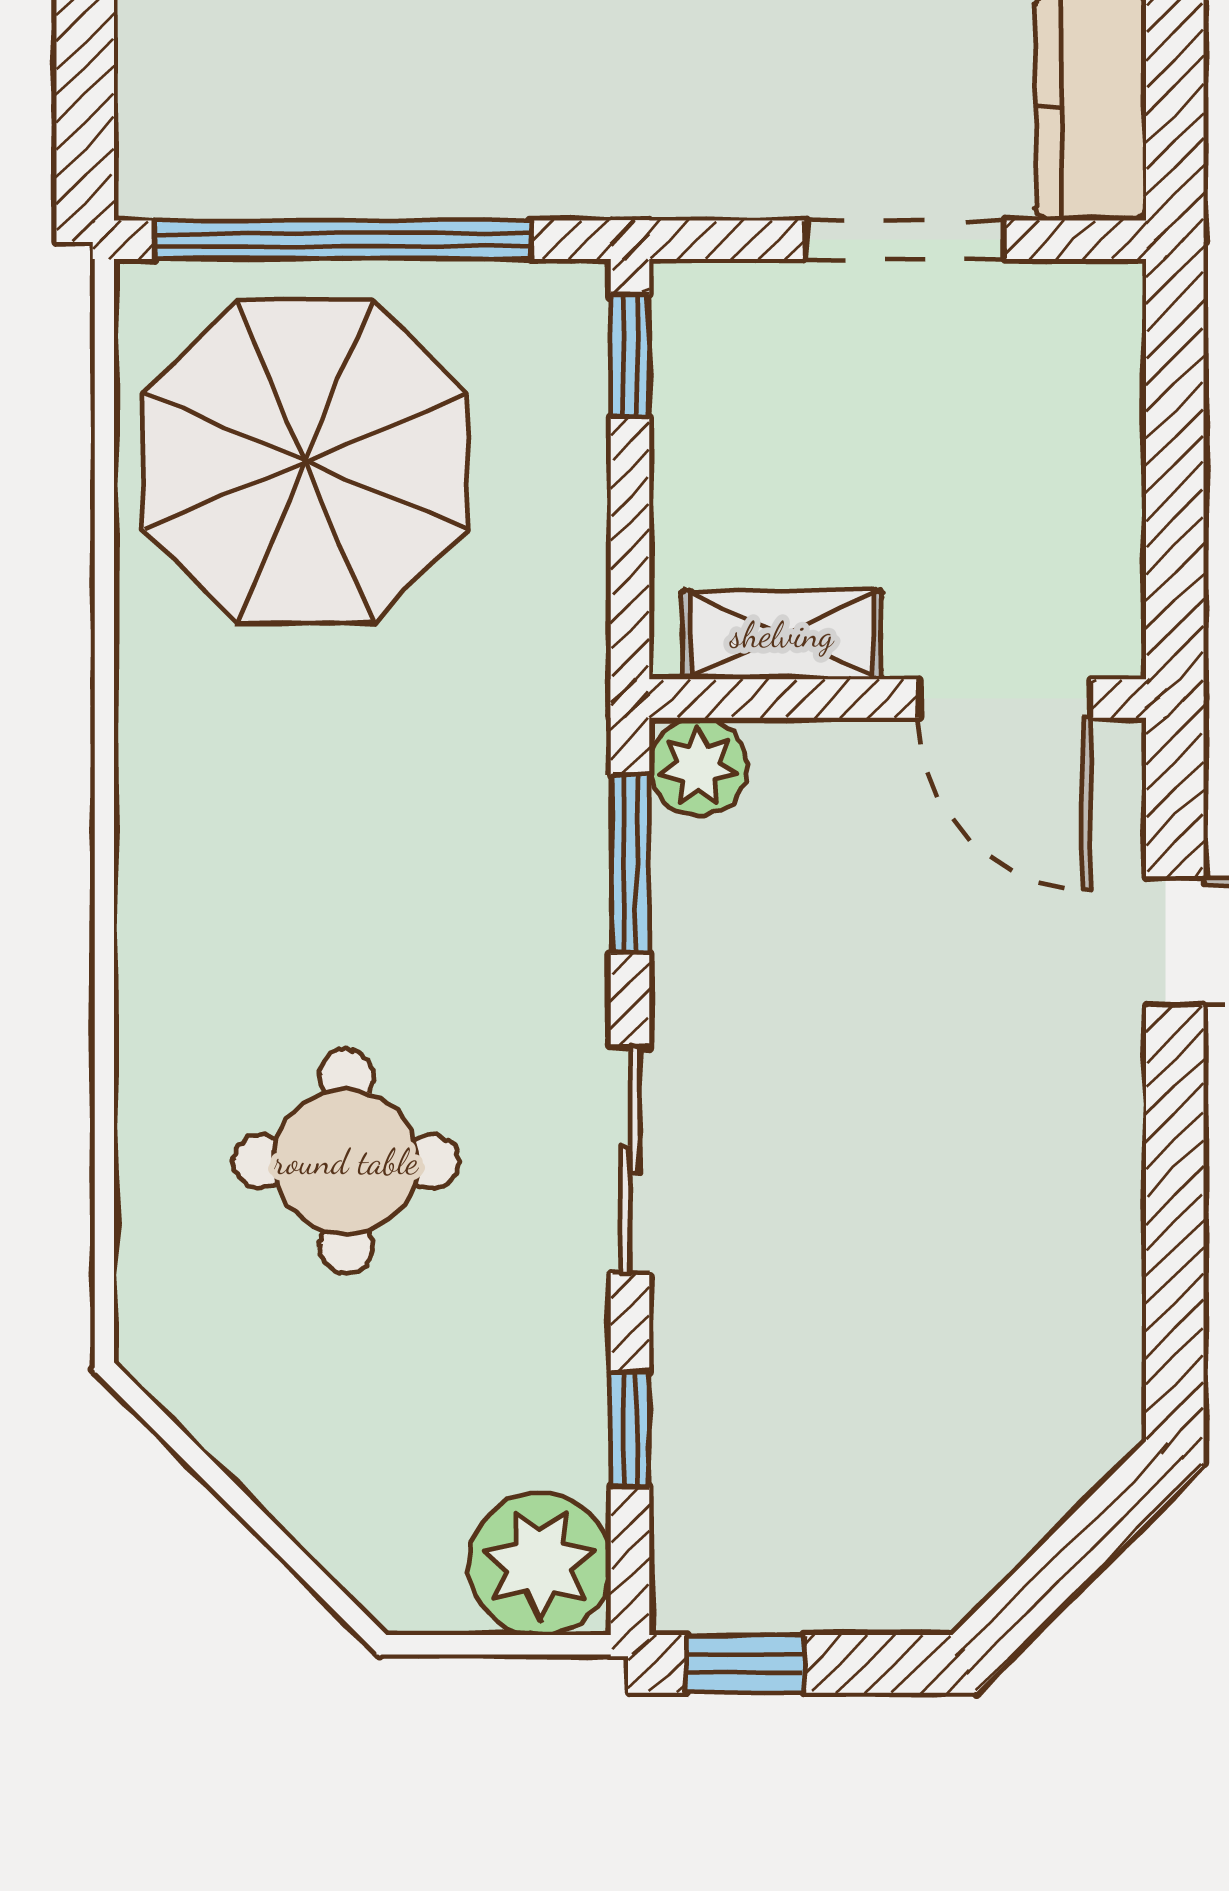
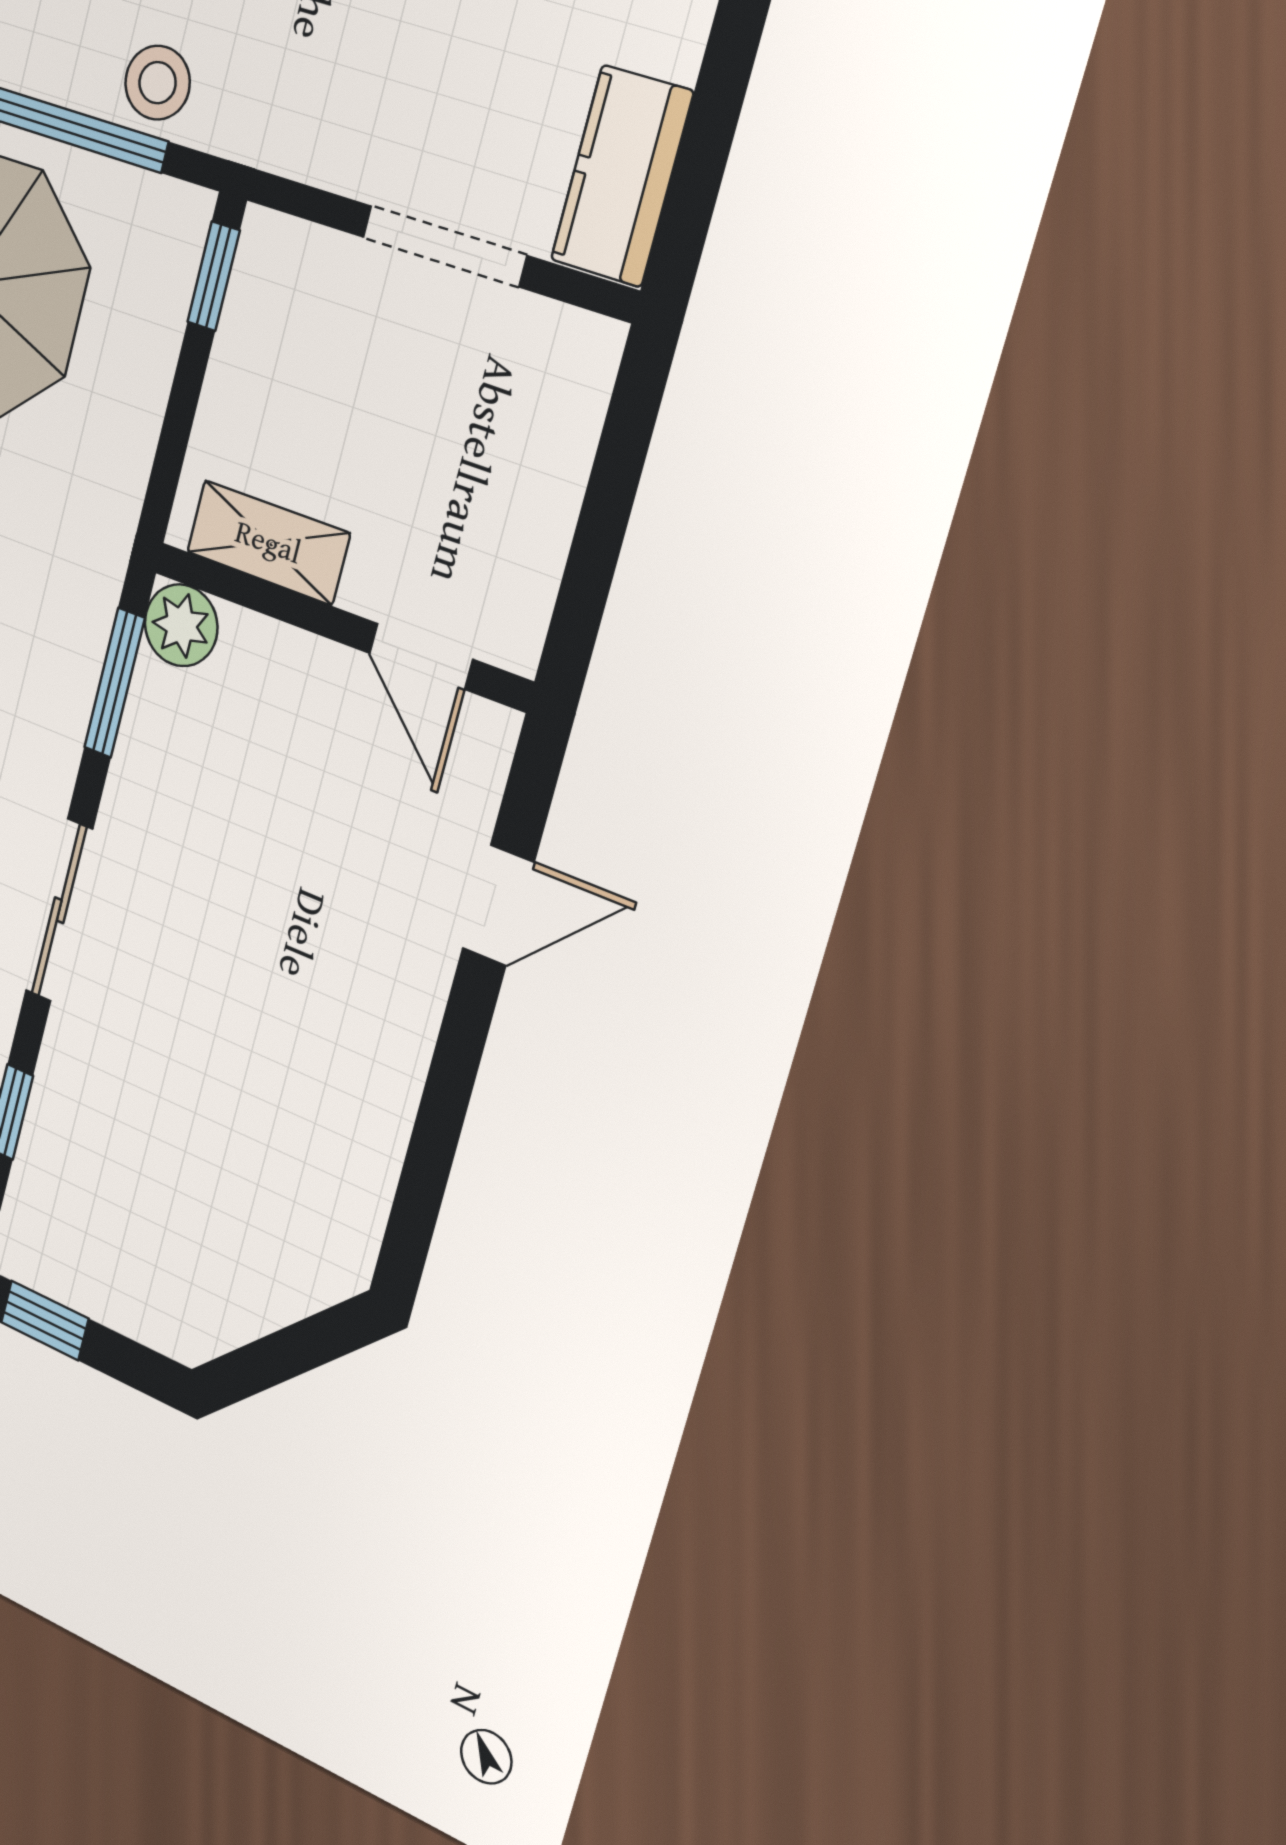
stool: (498, 158) -> (158, 83), added
door: (1005, 699) -> (421, 656), width x0.73

